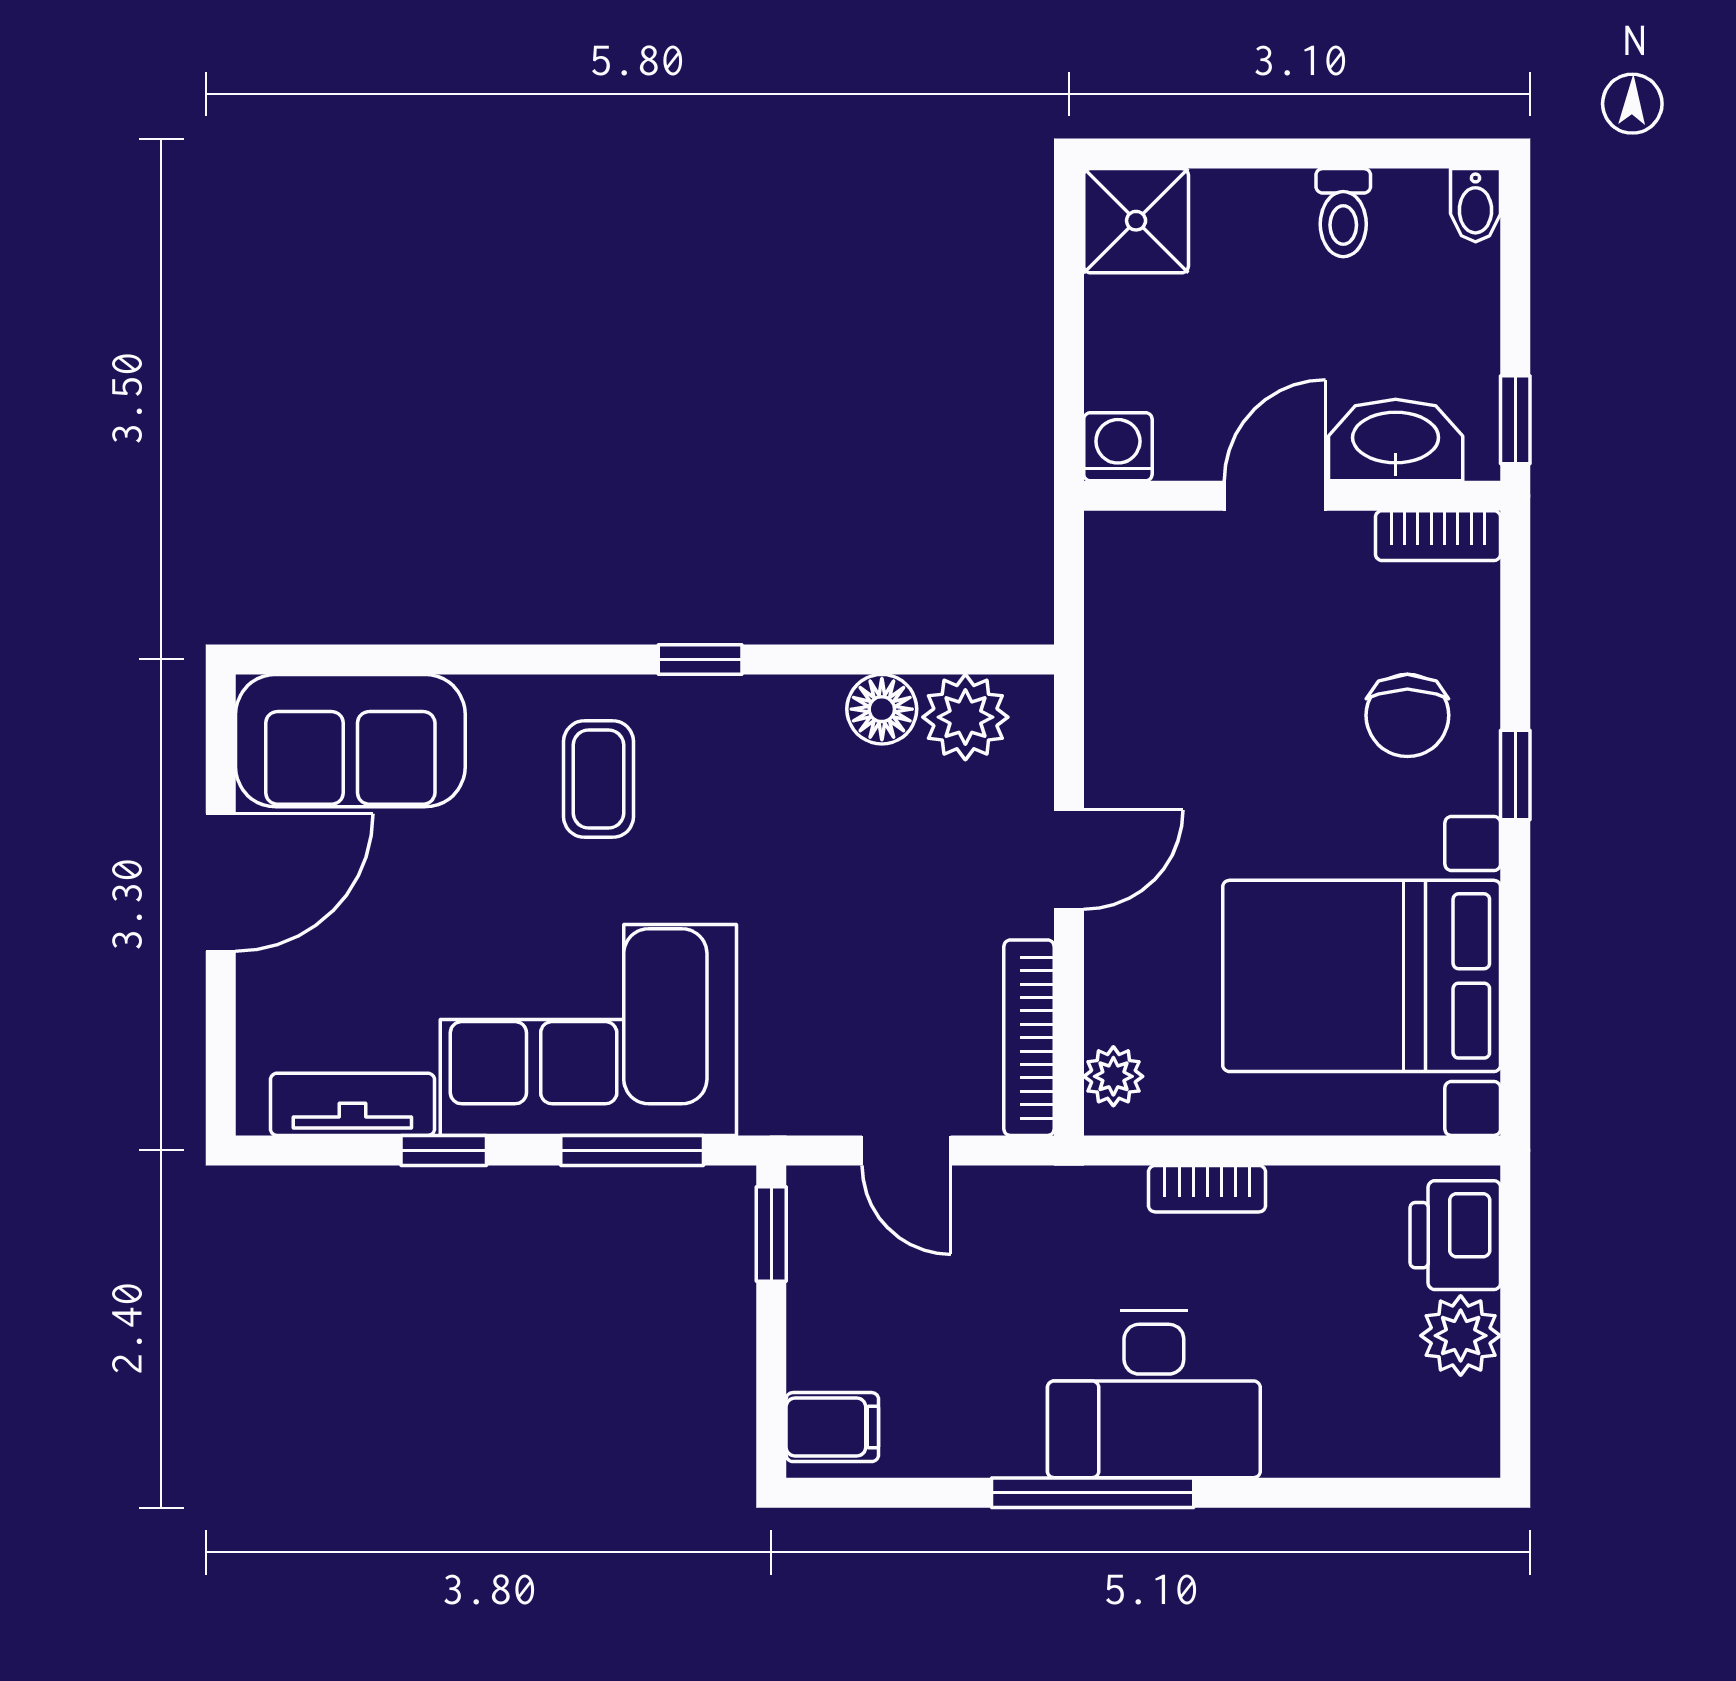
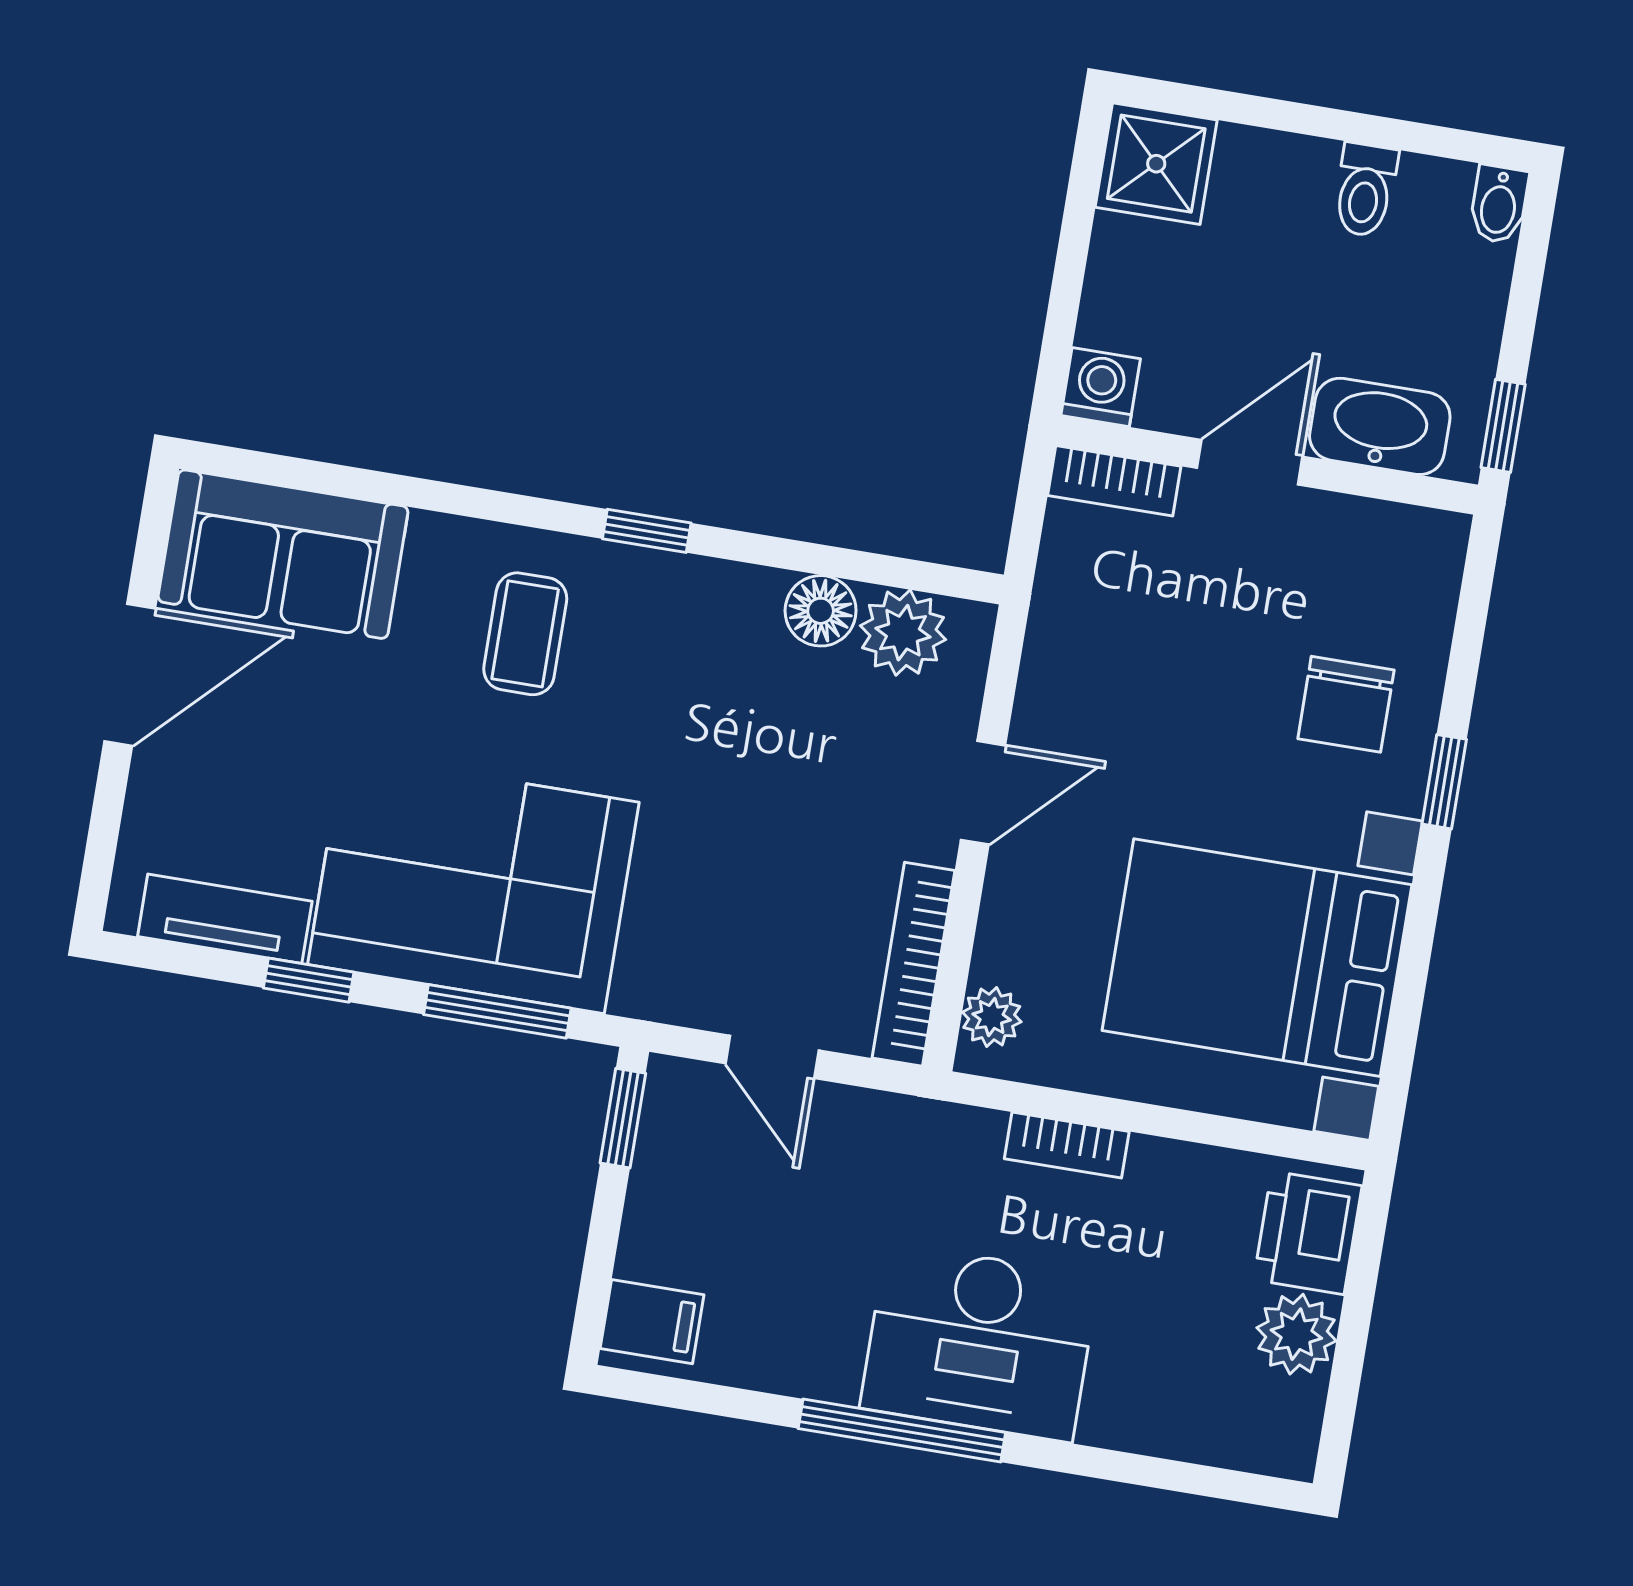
bookcase: (1438, 536) -> (1114, 481), moved

